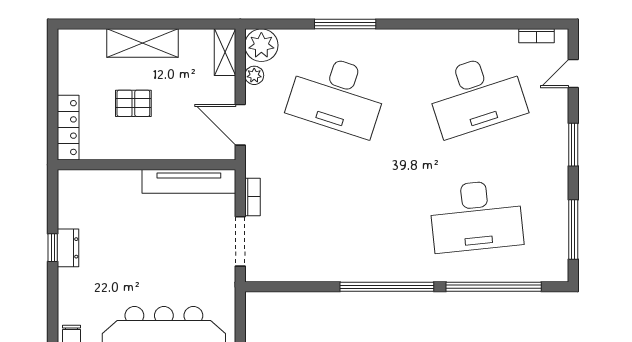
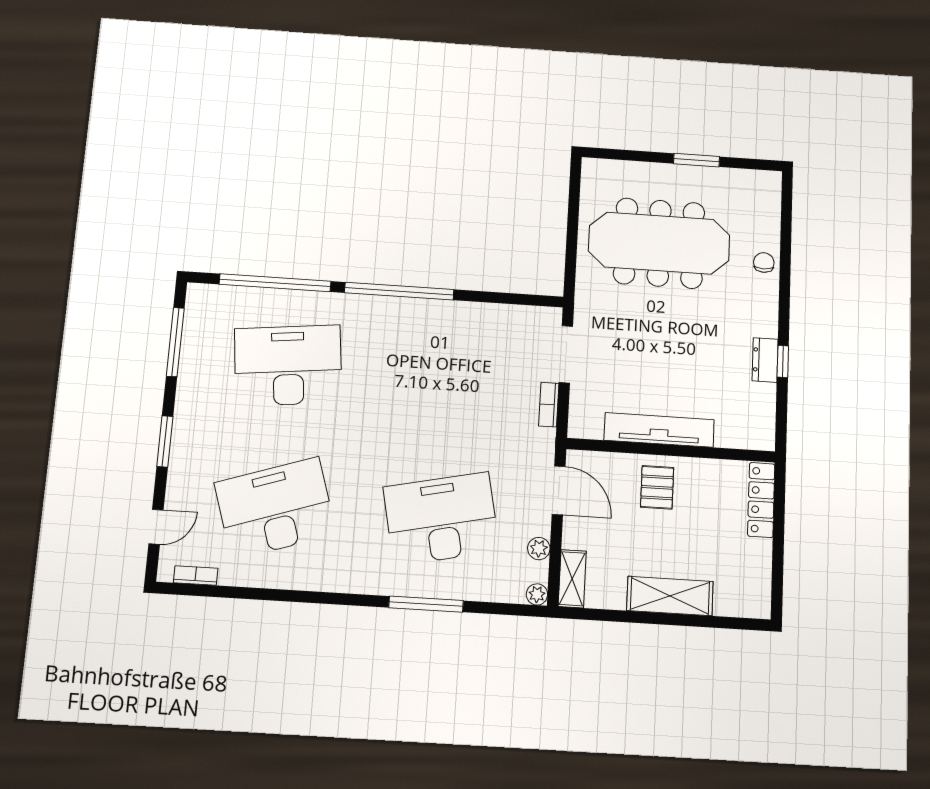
plant: (261, 45) -> (537, 594), width x0.53, depth x0.53
desk: (337, 95) -> (441, 519), turned -30
pallet: (133, 103) -> (657, 487), moved, turned 90
tv unit: (189, 181) -> (659, 430), moved

